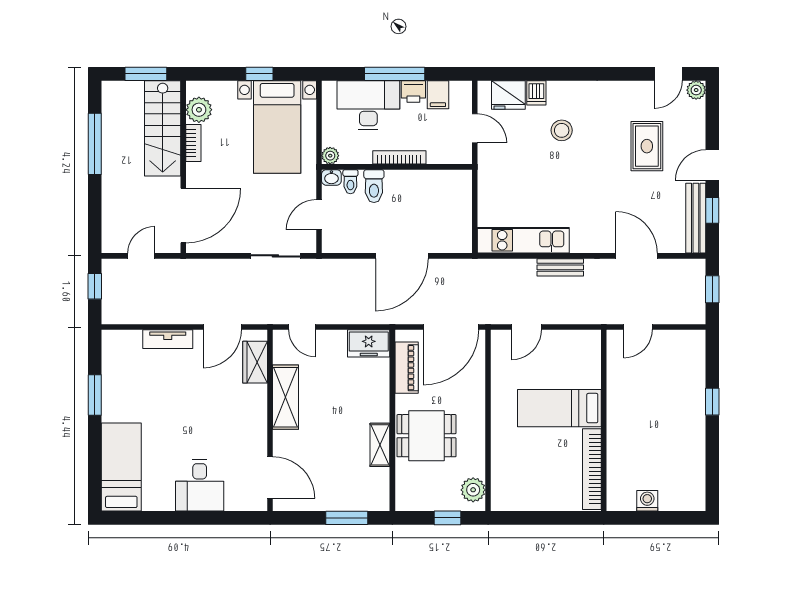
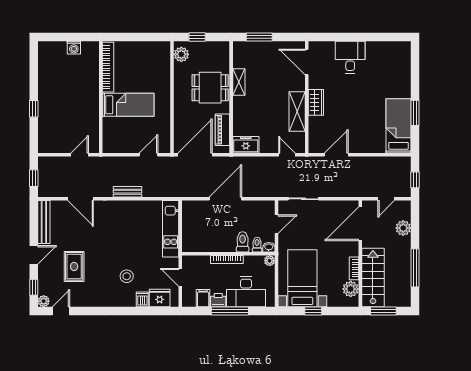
plant: (114, 208) -> (403, 228), added
window: (712, 210) -> (34, 287), moved
kitchen unit: (523, 240) -> (171, 229), moved, turned 90
tv unit: (168, 339) -> (370, 147), removed
wardrobe: (255, 362) -> (316, 102), moved
bed: (121, 467) -> (399, 126), moved, turned 180

